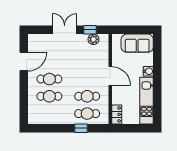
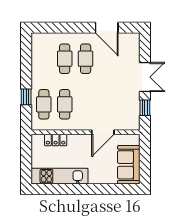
plant: (93, 39) -> (133, 112), removed
water cooler: (148, 71) -> (95, 178), removed
door: (110, 76) -> (103, 132), moved
locker: (117, 114) -> (56, 140), moved

